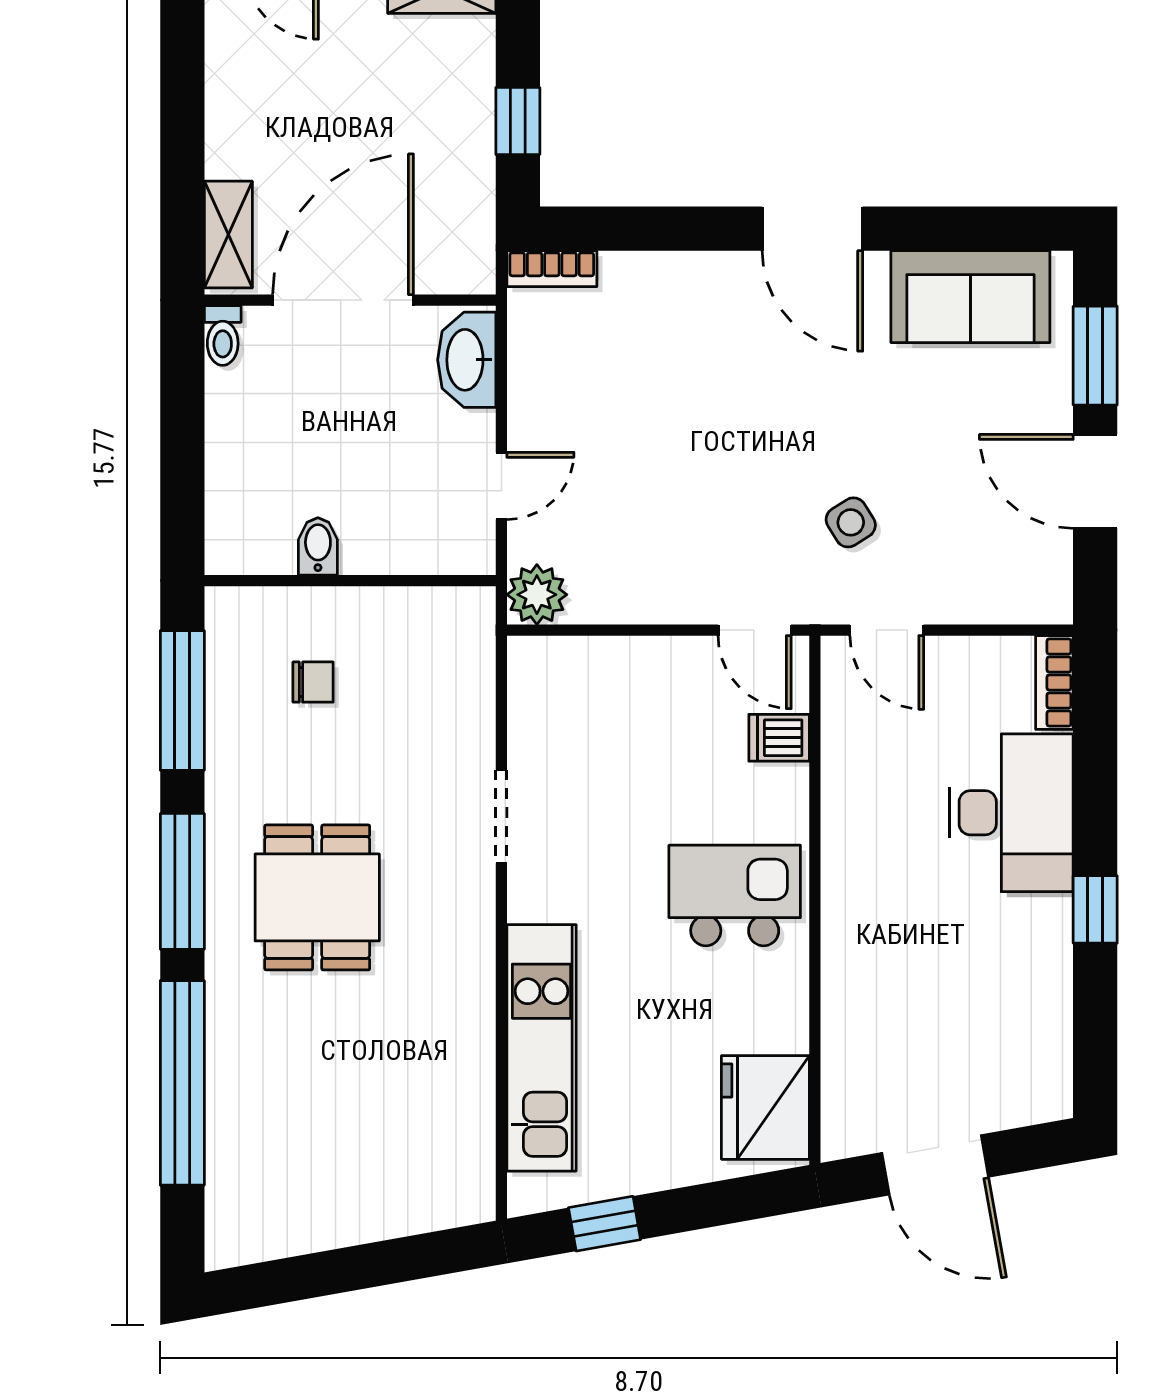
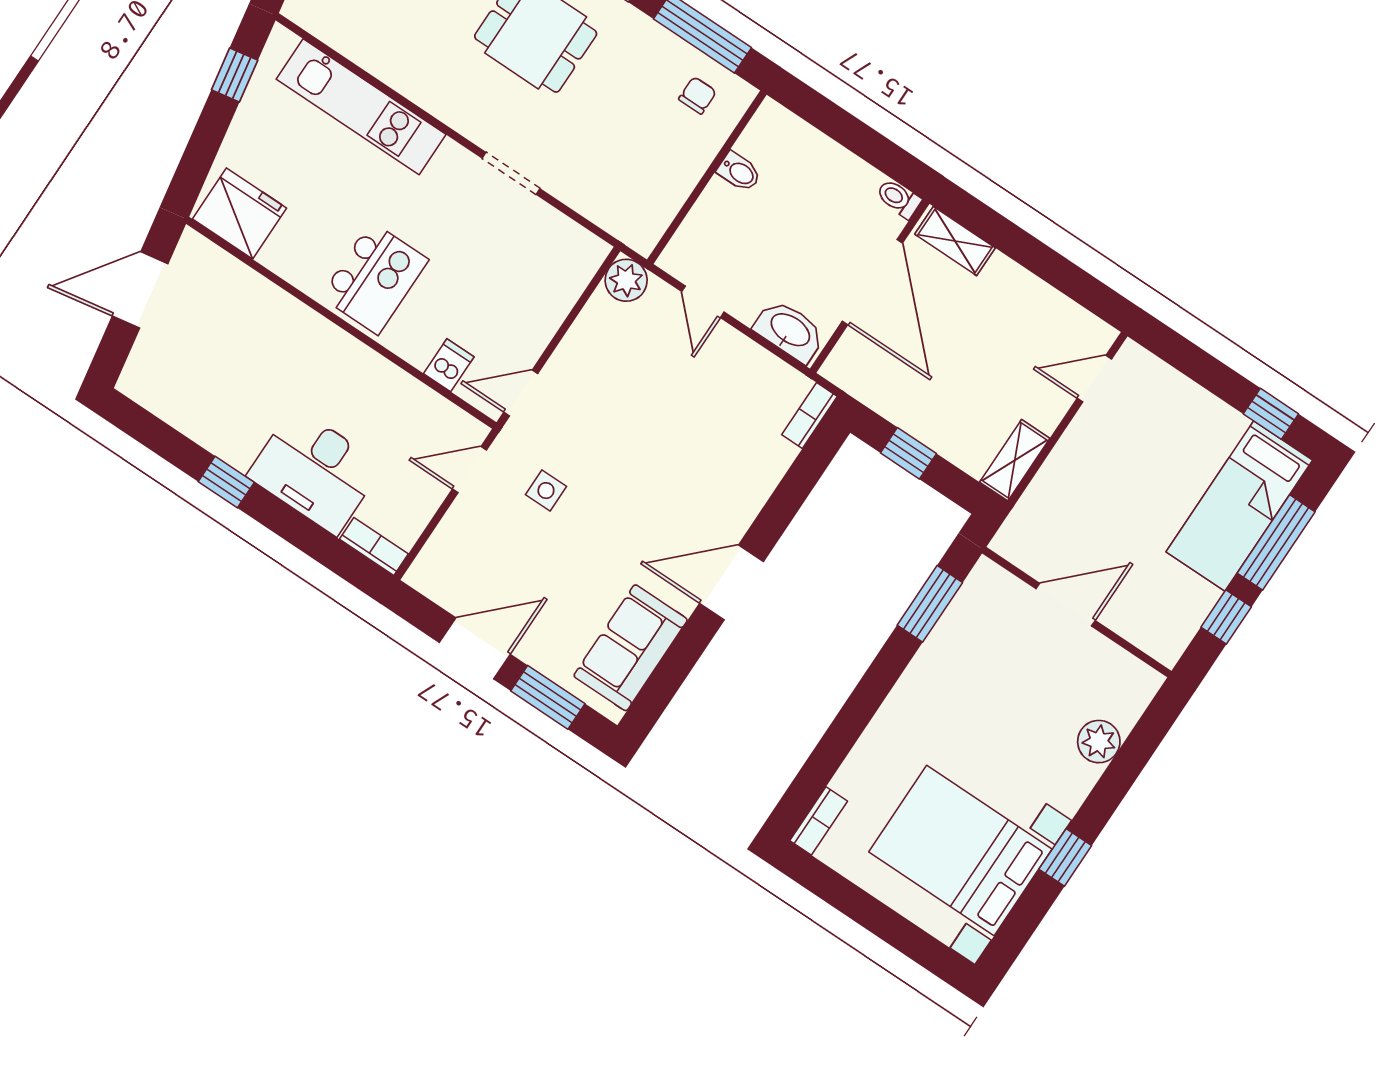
side table: (851, 522) -> (546, 491), turned 32
chair: (313, 682) -> (698, 95), moved, turned 180

